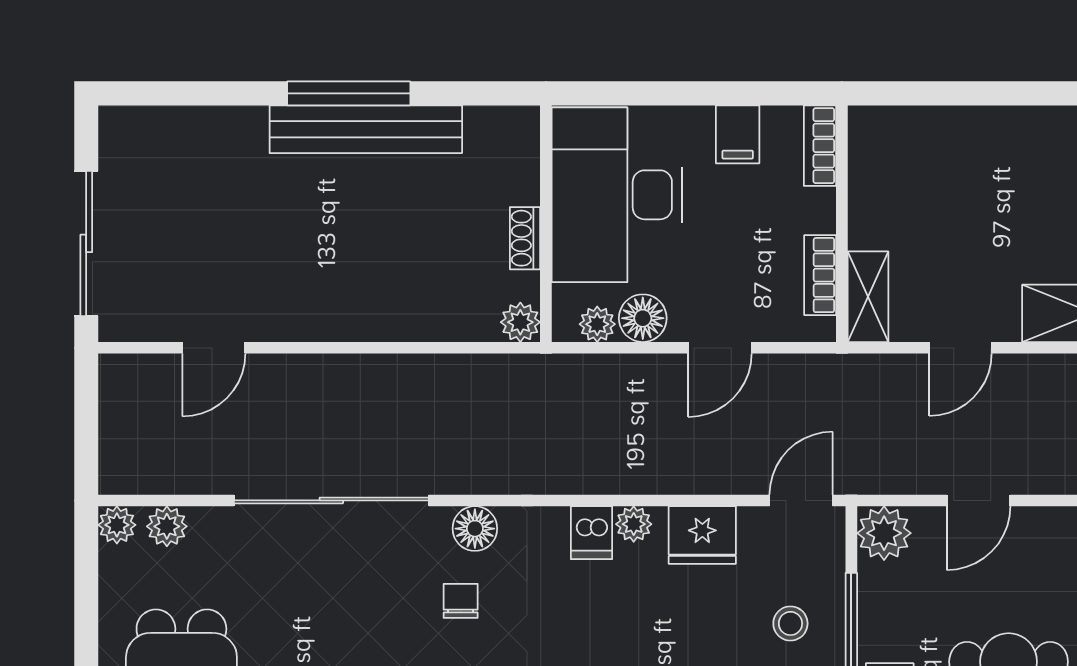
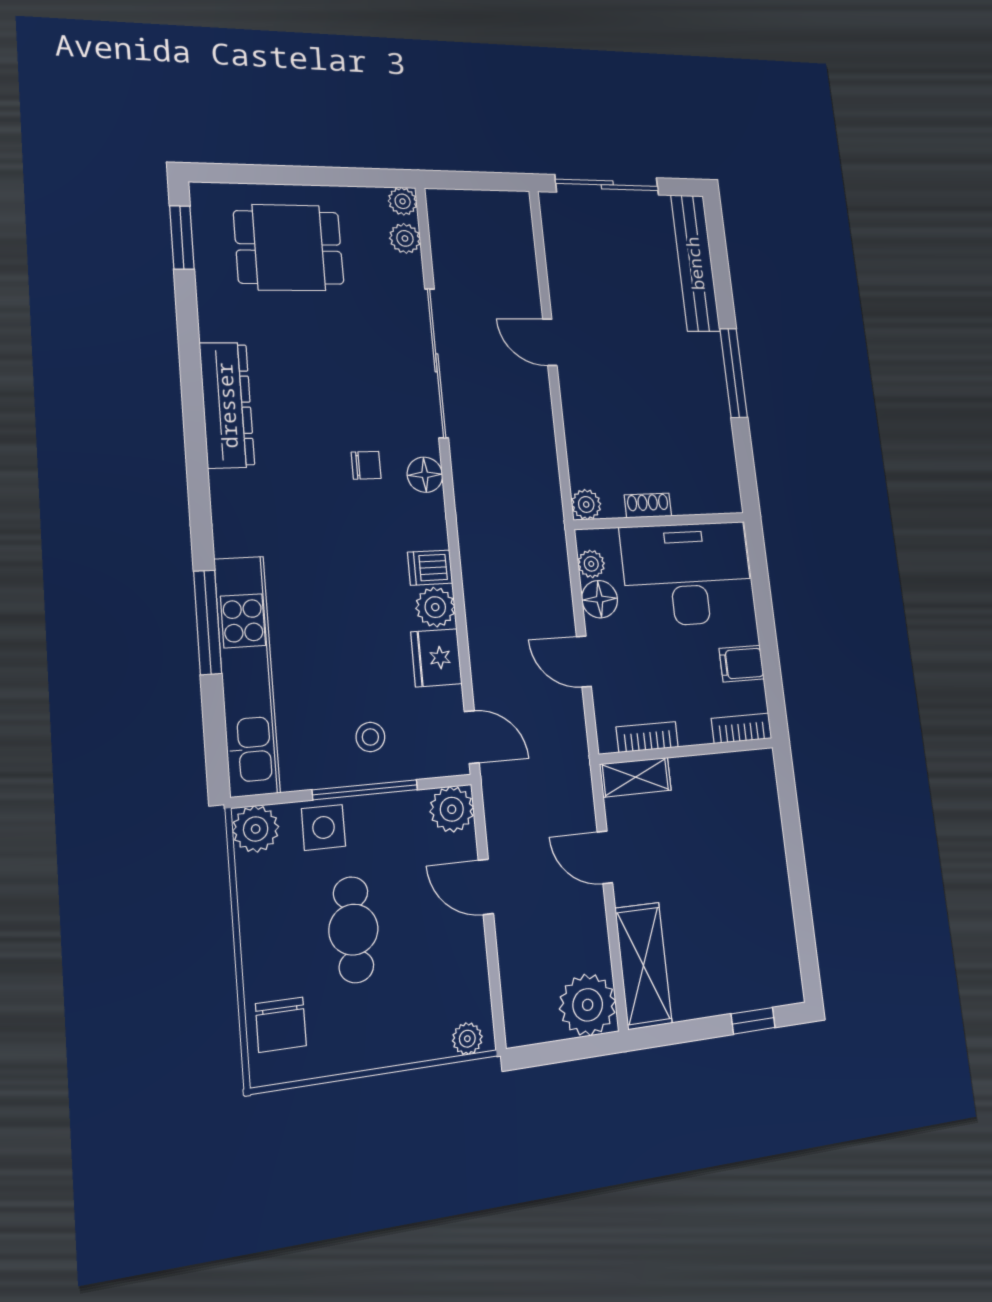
bench: (366, 129) -> (695, 263), moved
door: (214, 348) -> (550, 342), moved
plant: (634, 524) -> (435, 607), width x1.38, depth x1.38

